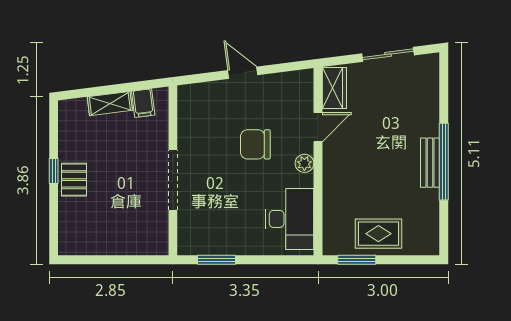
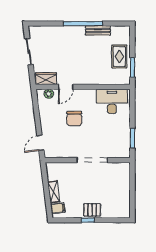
door: (243, 73) -> (40, 143), moved
filing cabinet: (143, 103) -> (58, 208), moved
door: (318, 127) -> (66, 87), swing flipped
plant: (304, 163) -> (49, 94), moved
bench: (430, 163) -> (98, 31), moved

